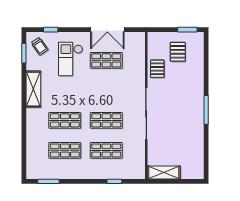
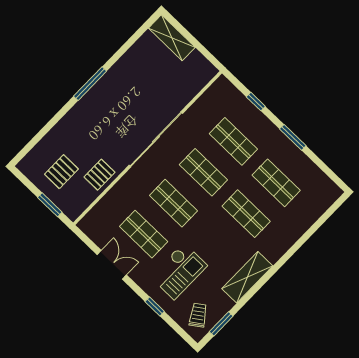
window: (51, 30) -> (155, 306), moved
double door: (107, 30) -> (112, 265), width x0.73
window: (187, 30) -> (50, 205), moved
shop shelf: (106, 90) -> (174, 203), added
shelving: (164, 172) -> (172, 38), moved
window: (48, 181) -> (293, 137), moved

